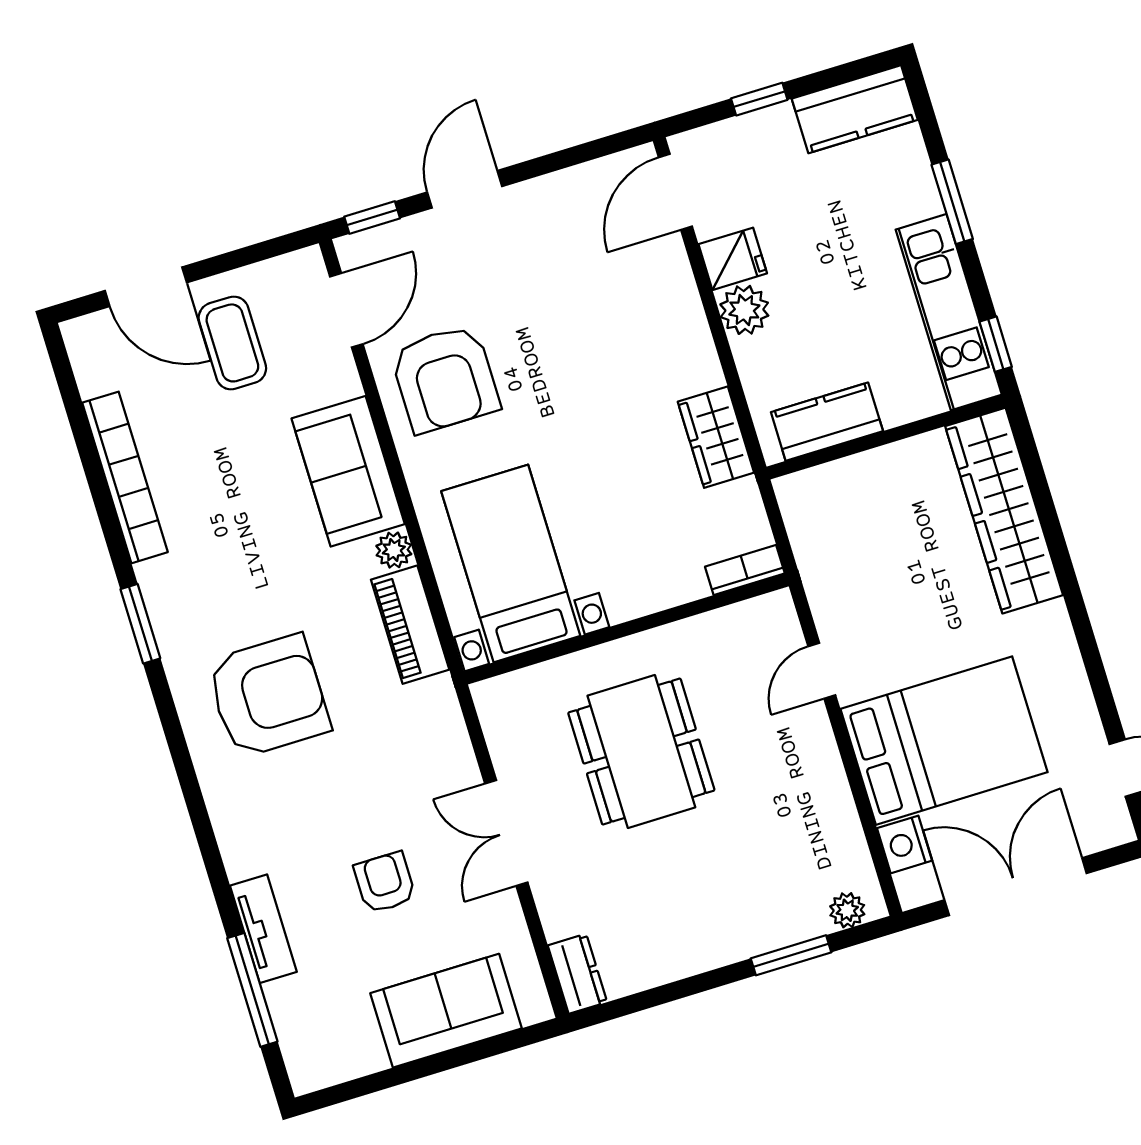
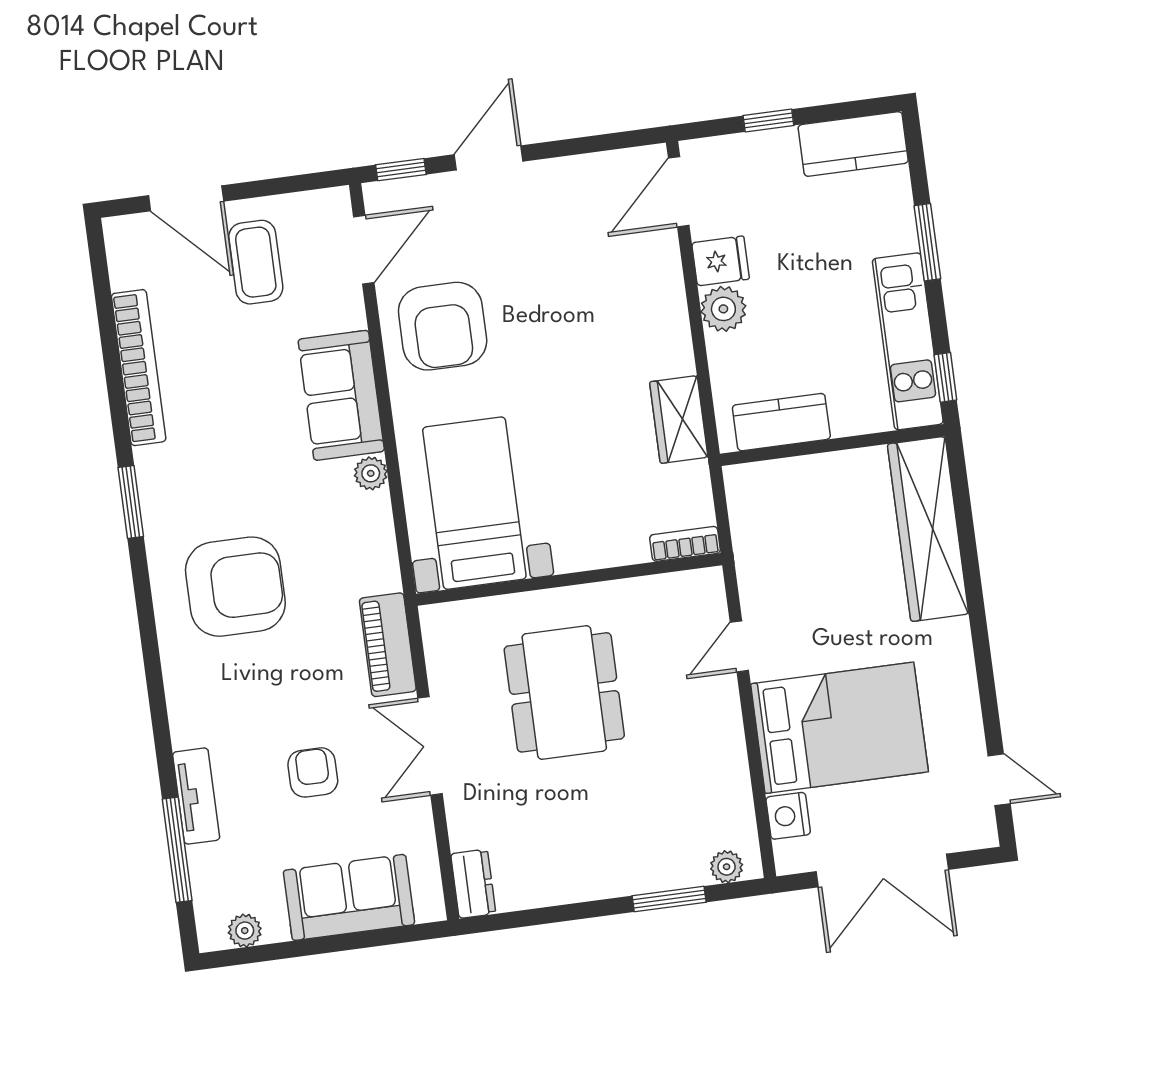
piano: (410, 625) -> (388, 645), moved
double door: (1016, 887) -> (882, 871), swing flipped
plant: (340, 1065) -> (245, 931), added

